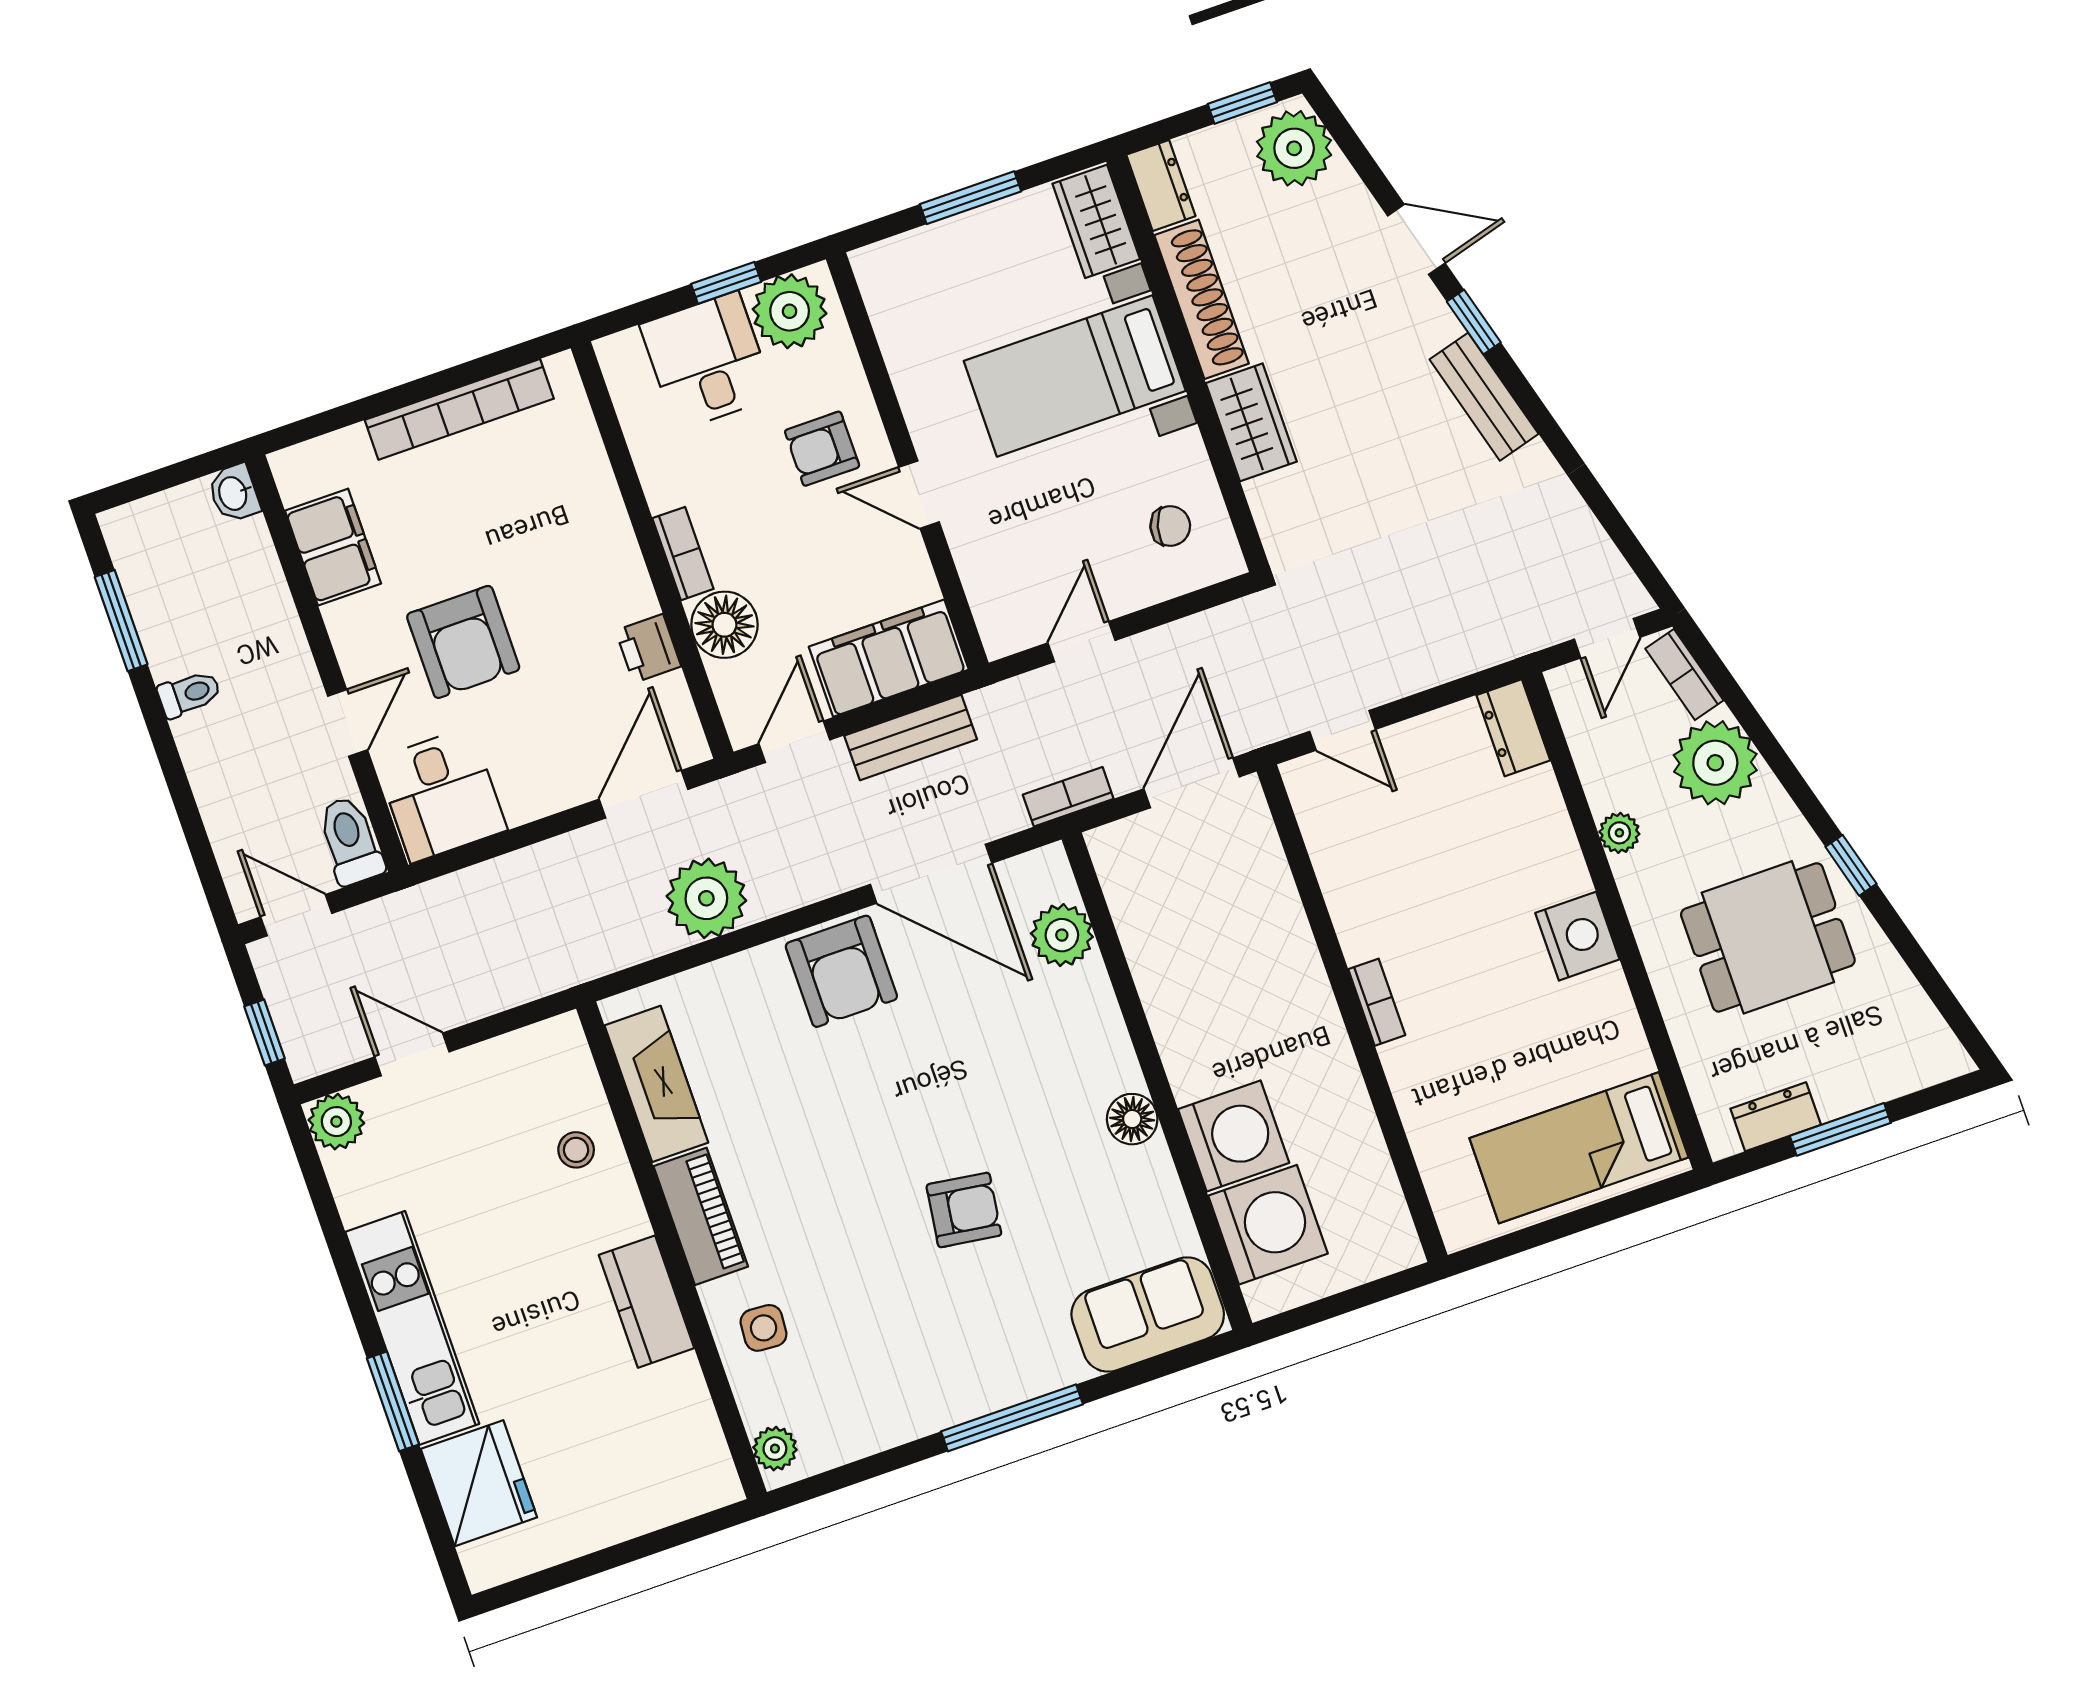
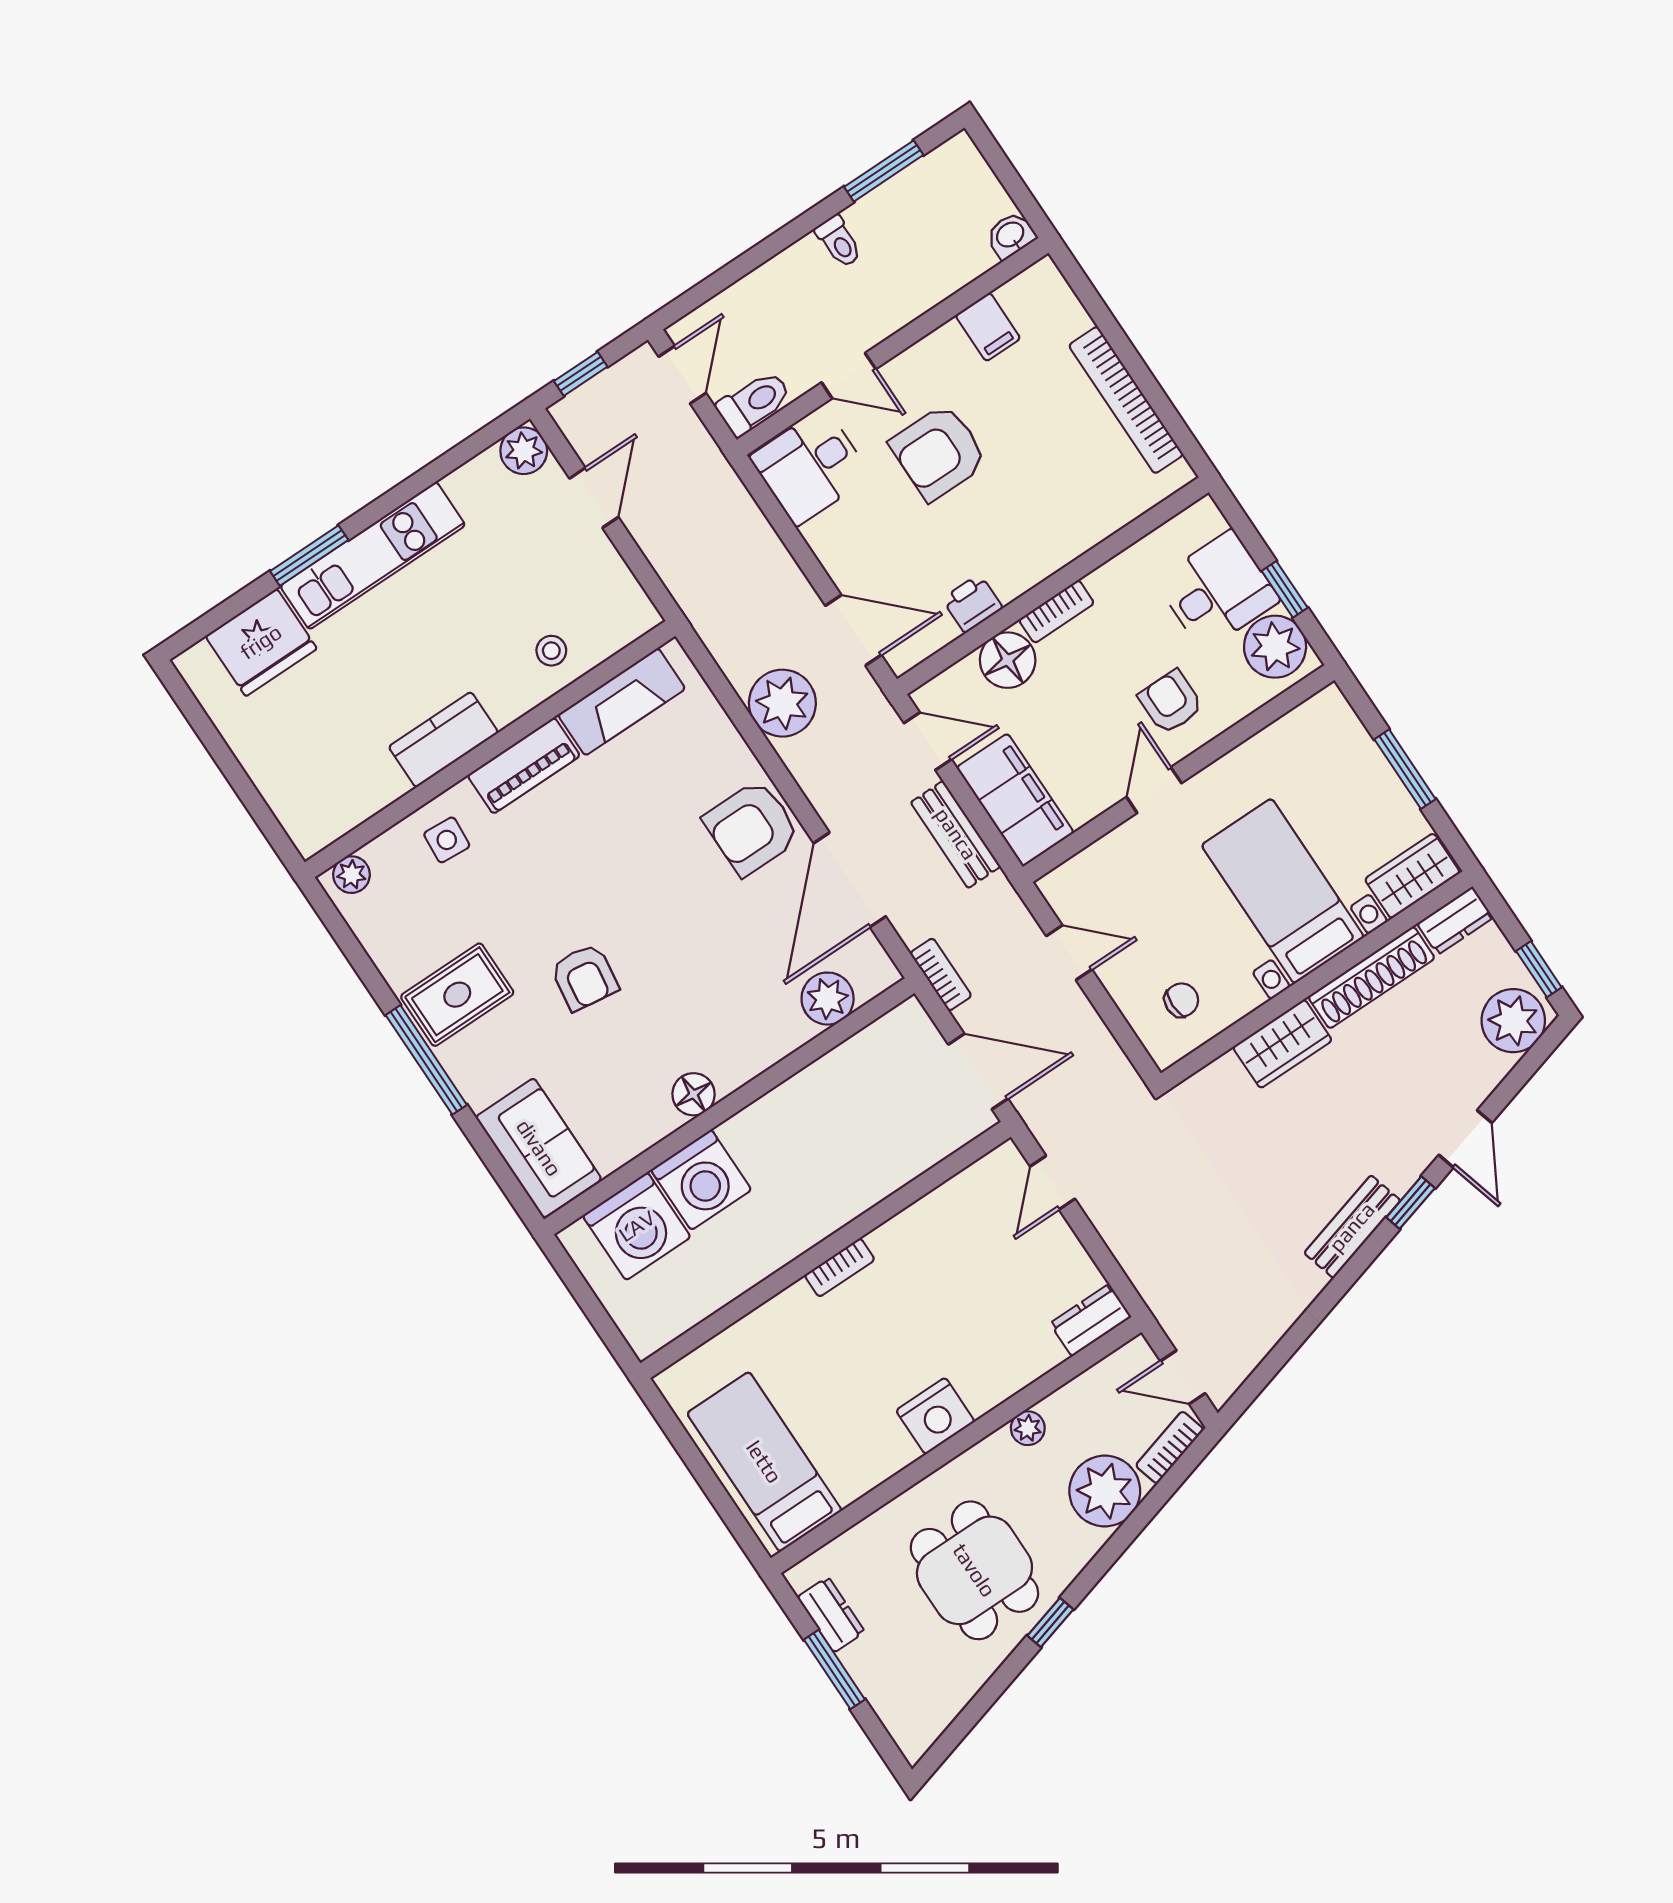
chair: (1170, 526) -> (1181, 1000), turned -106
filing cabinet: (333, 547) -> (988, 327), width x0.50
rug: (946, 1362) -> (457, 995), added

